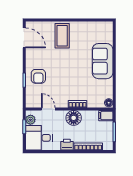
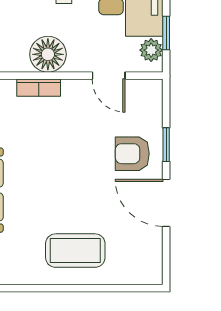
coffee table: (62, 36) -> (75, 251), turned 90
door: (24, 38) -> (166, 203), moved
armchair: (38, 76) -> (132, 154), turned -90

